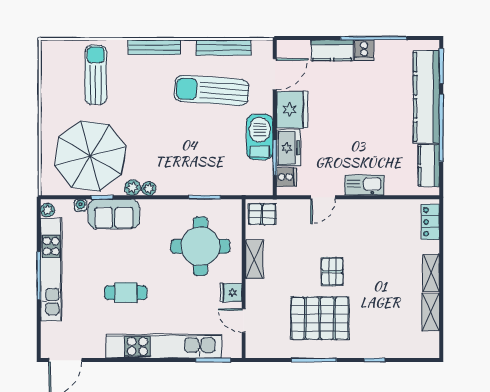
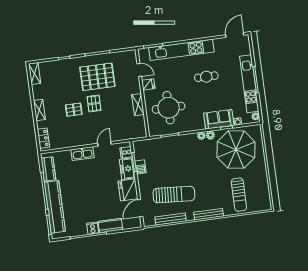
barbecue: (260, 137) -> (141, 167), width x0.53, depth x0.65
pallet: (262, 214) -> (74, 110), moved
shelving: (431, 312) -> (35, 73), moved

